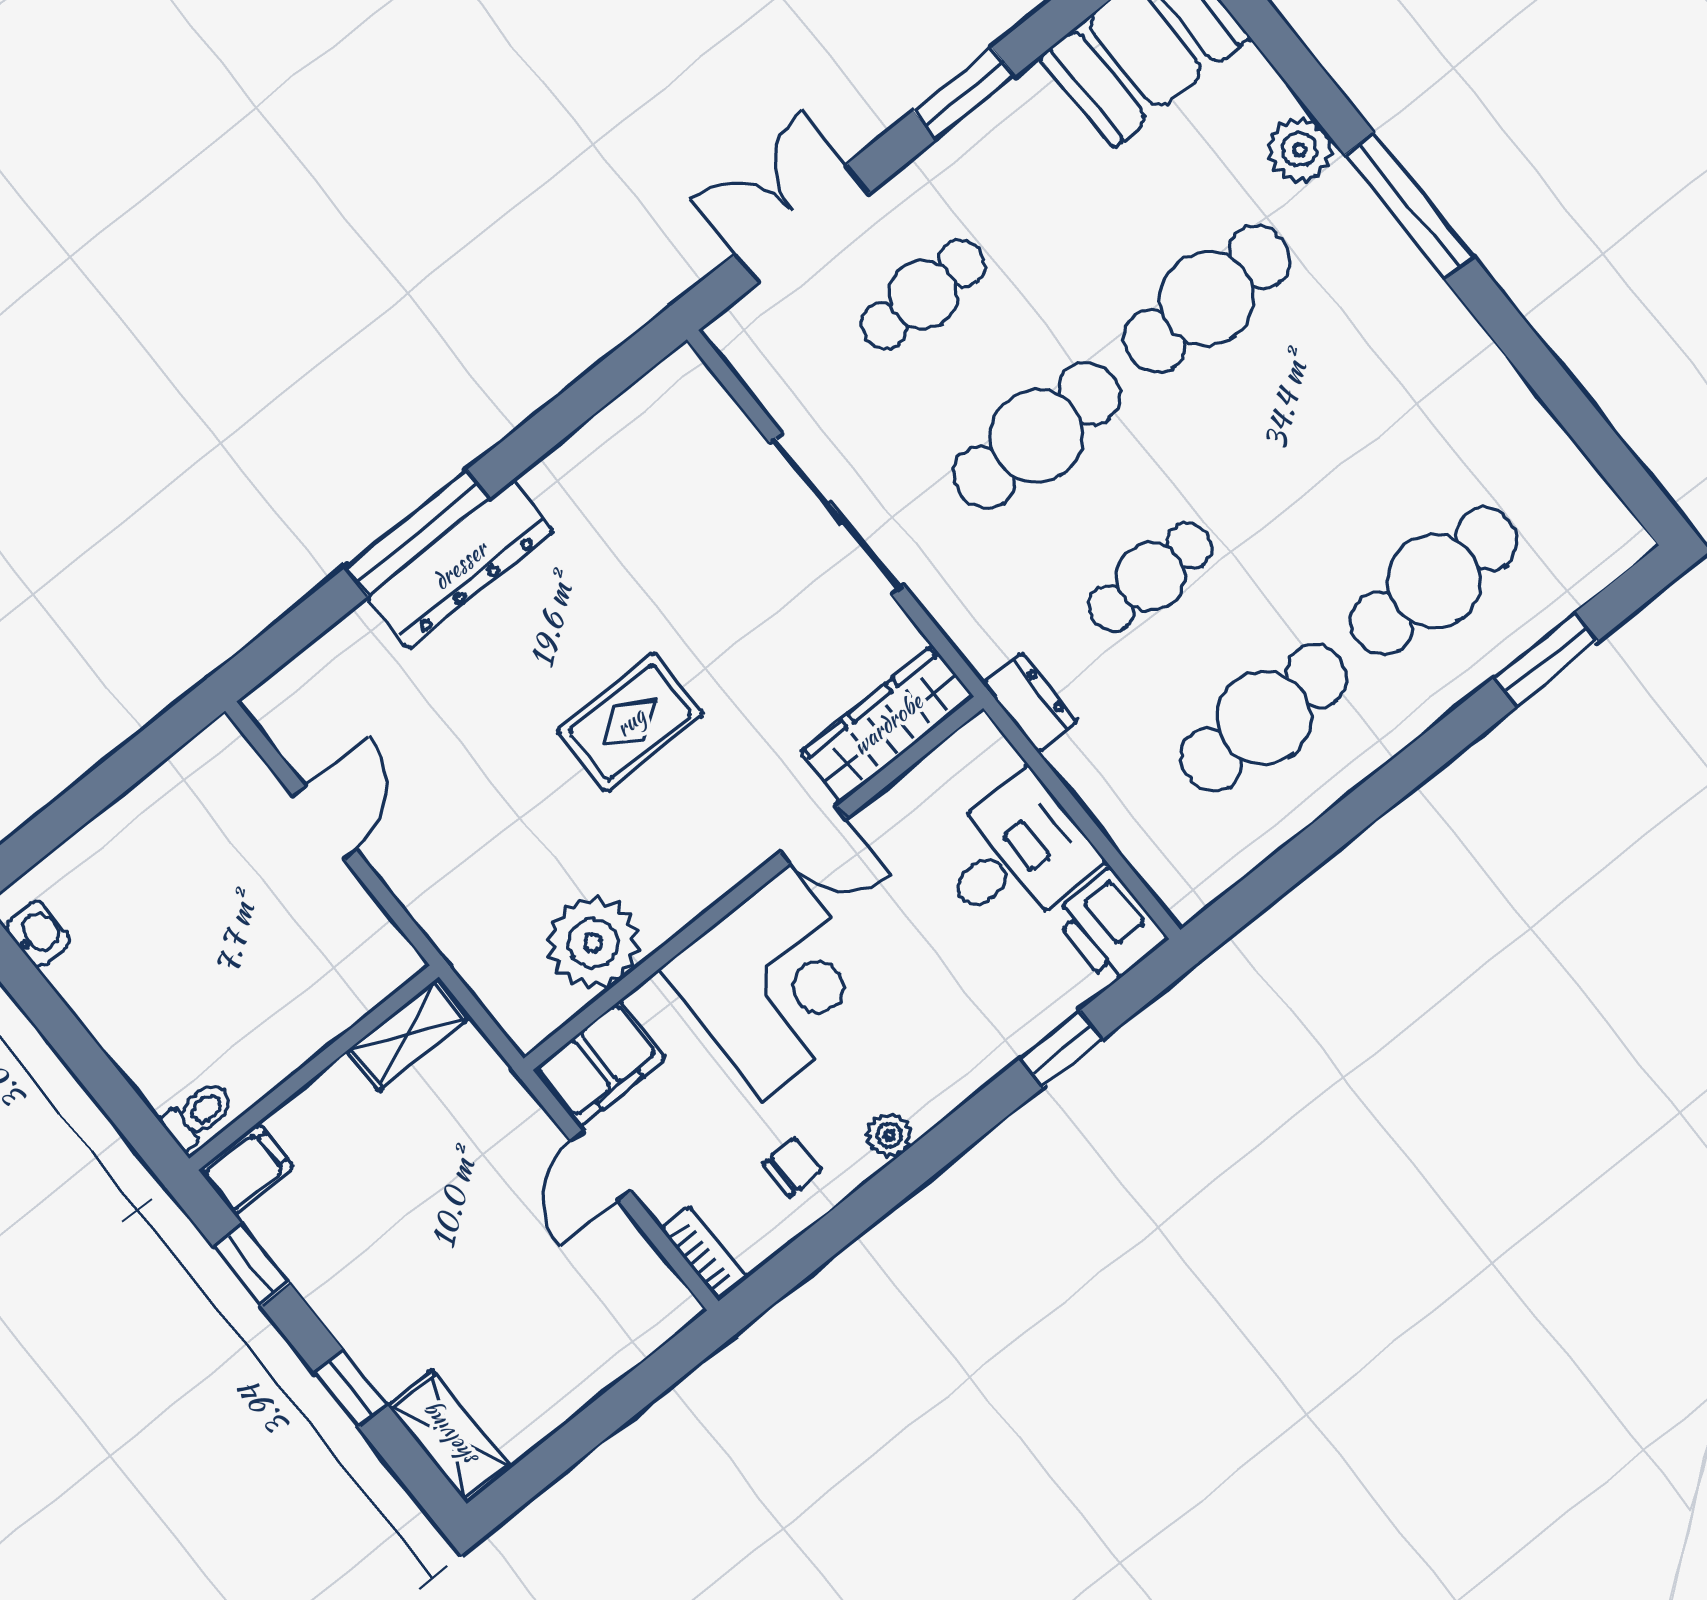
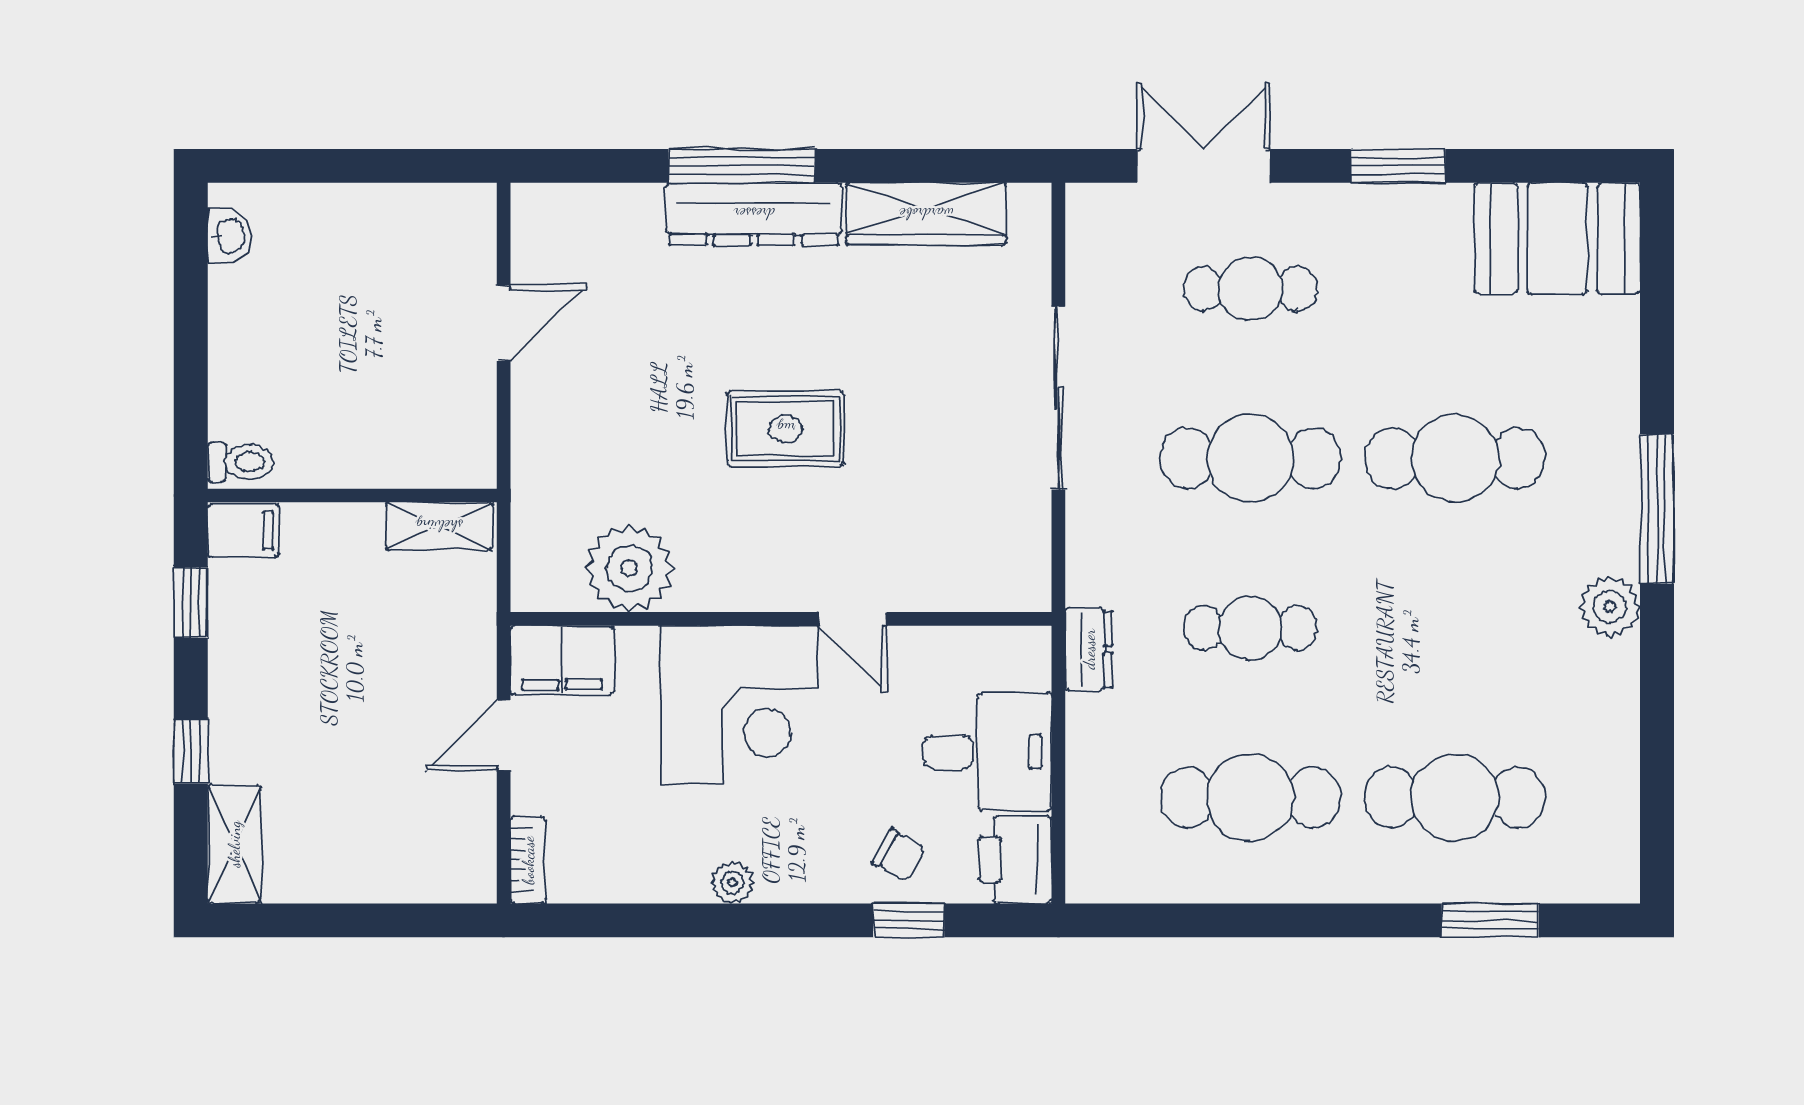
plant: (1300, 150) -> (1610, 607), moved
wardrobe: (887, 724) -> (926, 214), moved, turned 180
chair: (793, 1167) -> (899, 855), moved, turned 30

